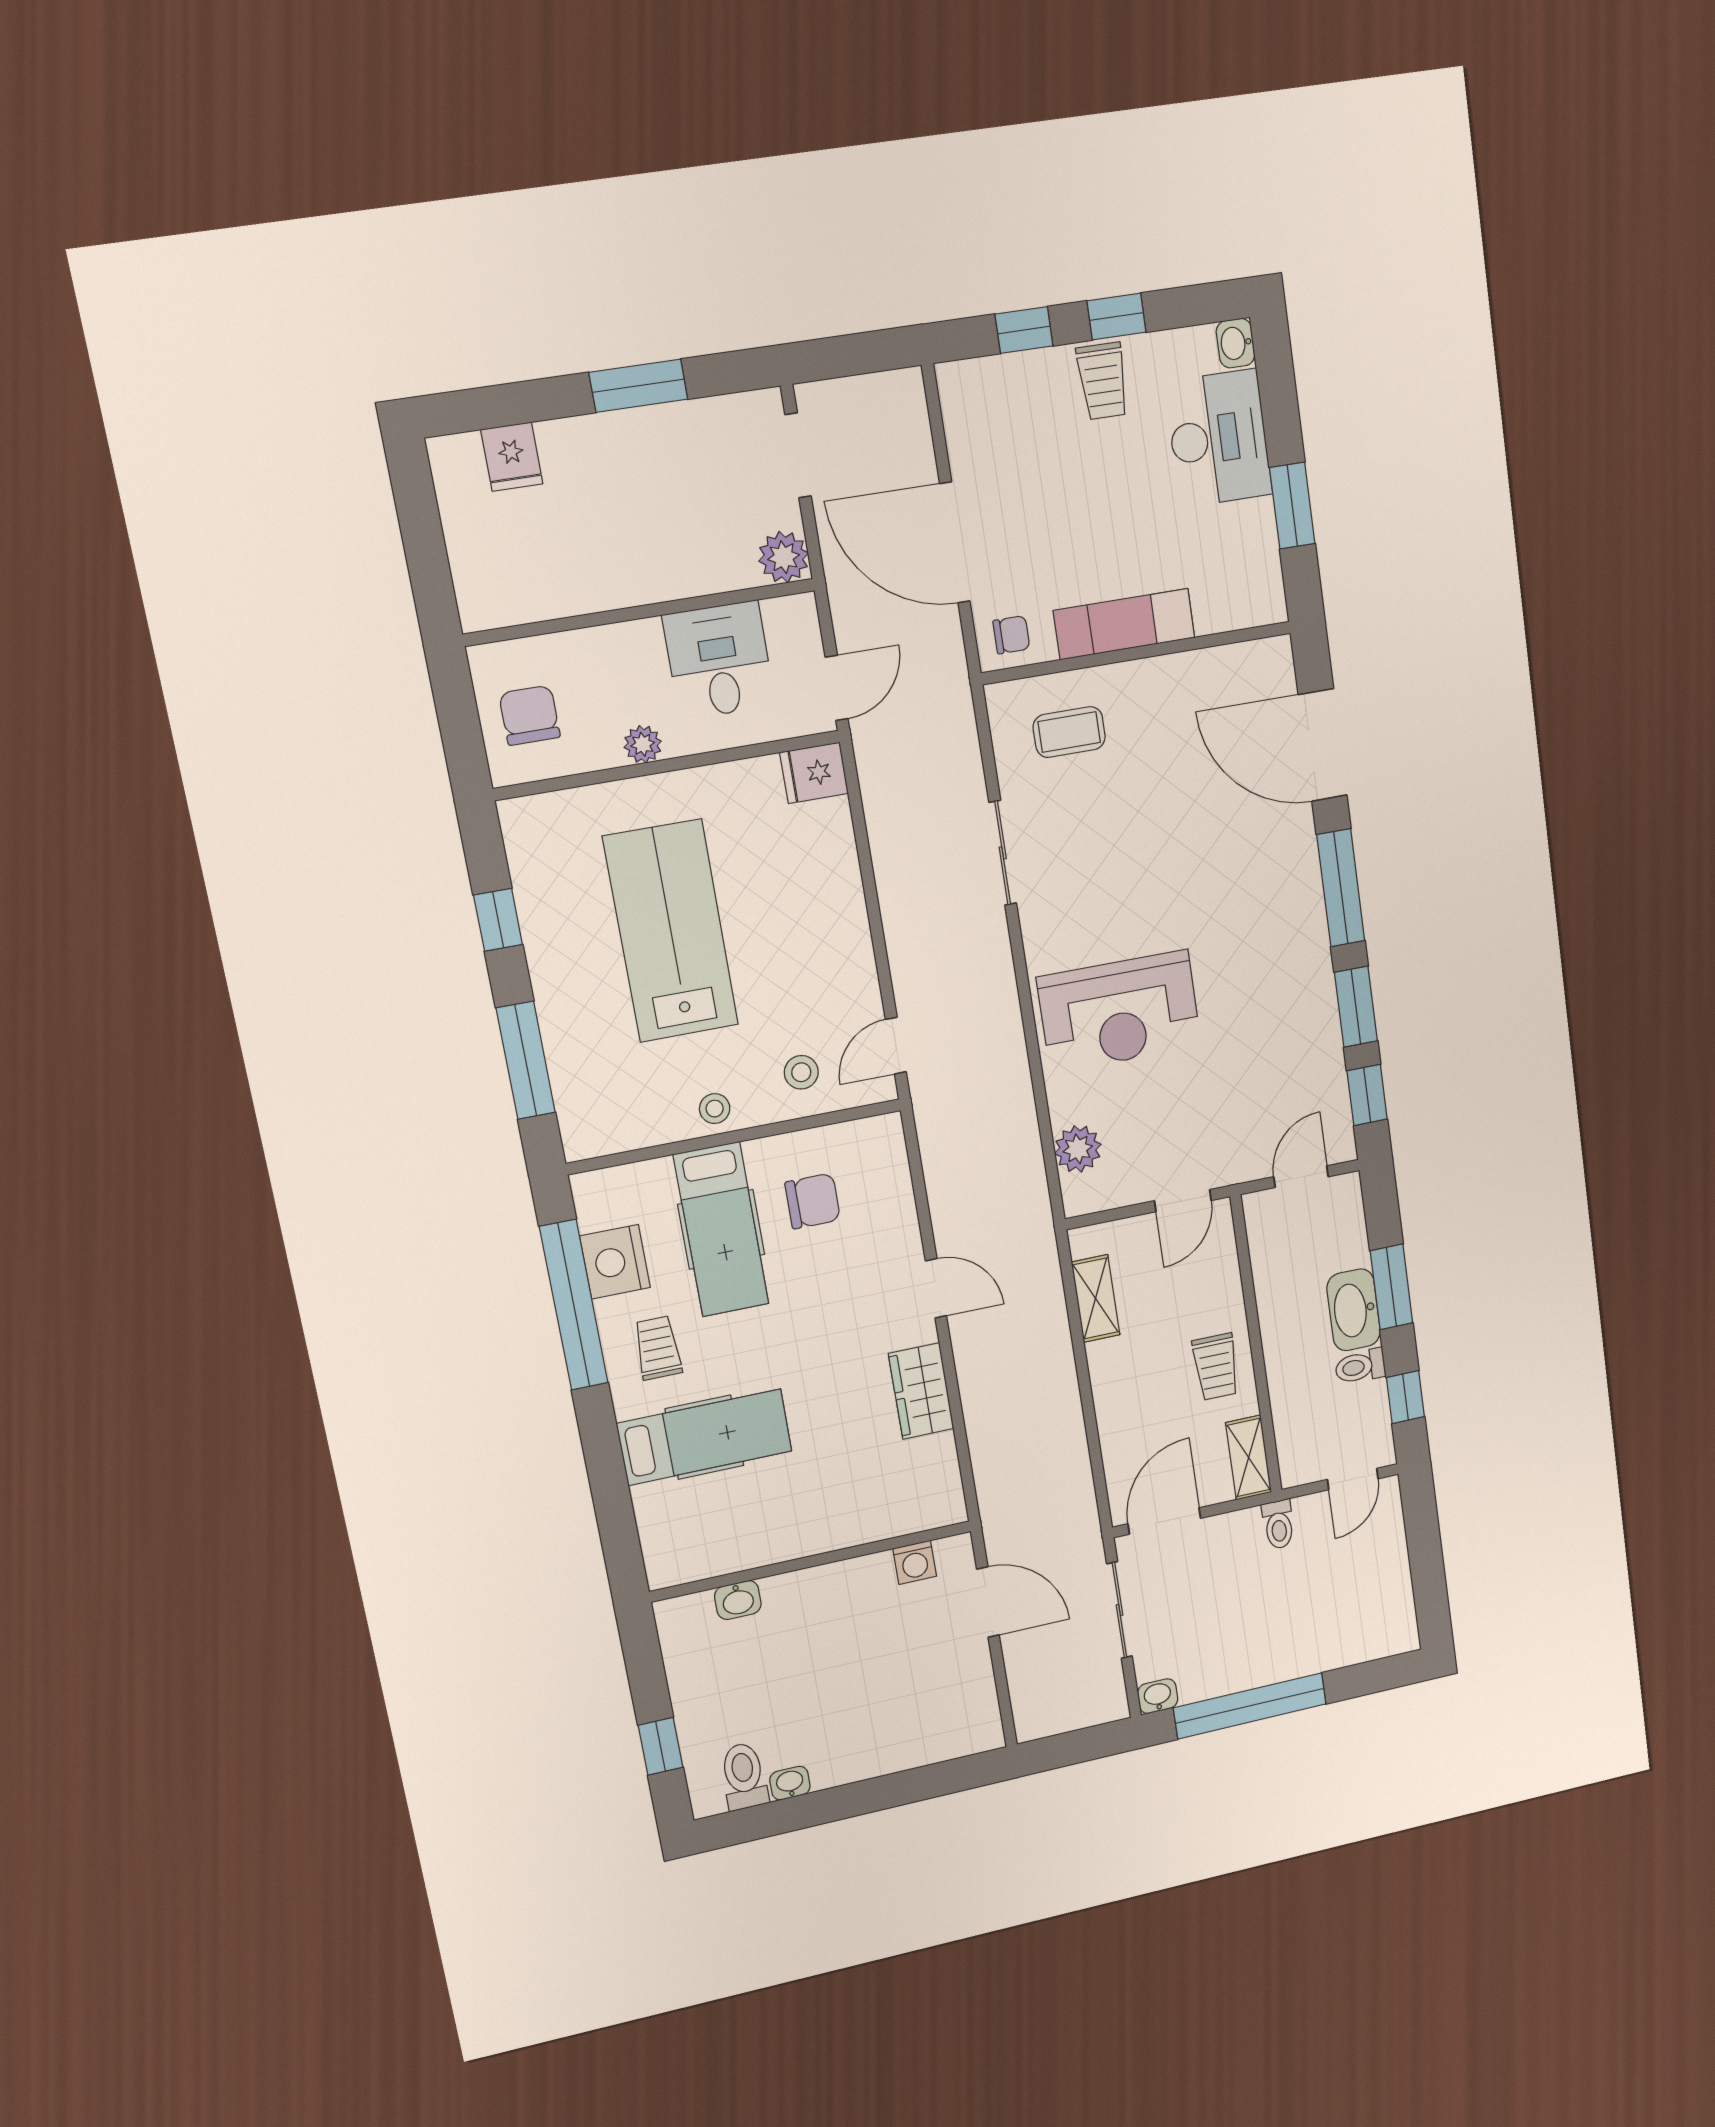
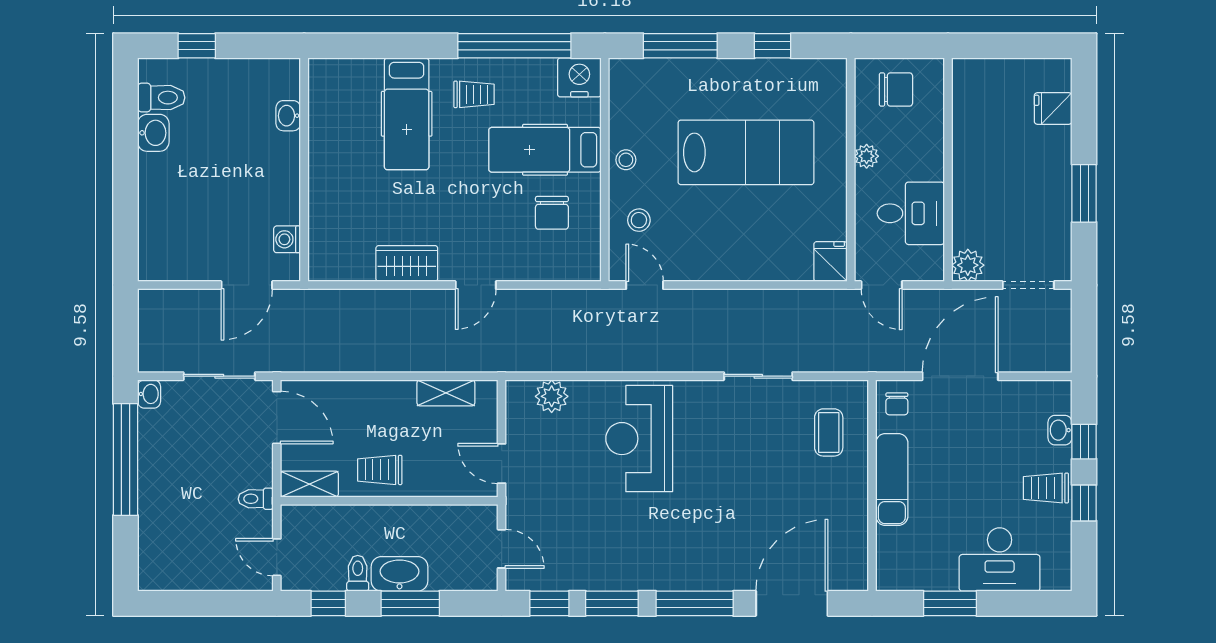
washbasin: (1236, 343) -> (1060, 430), moved, turned -90
nightstand: (615, 1262) -> (579, 77), moved
washbasin: (790, 1783) -> (153, 133), width x1.38, depth x1.45

